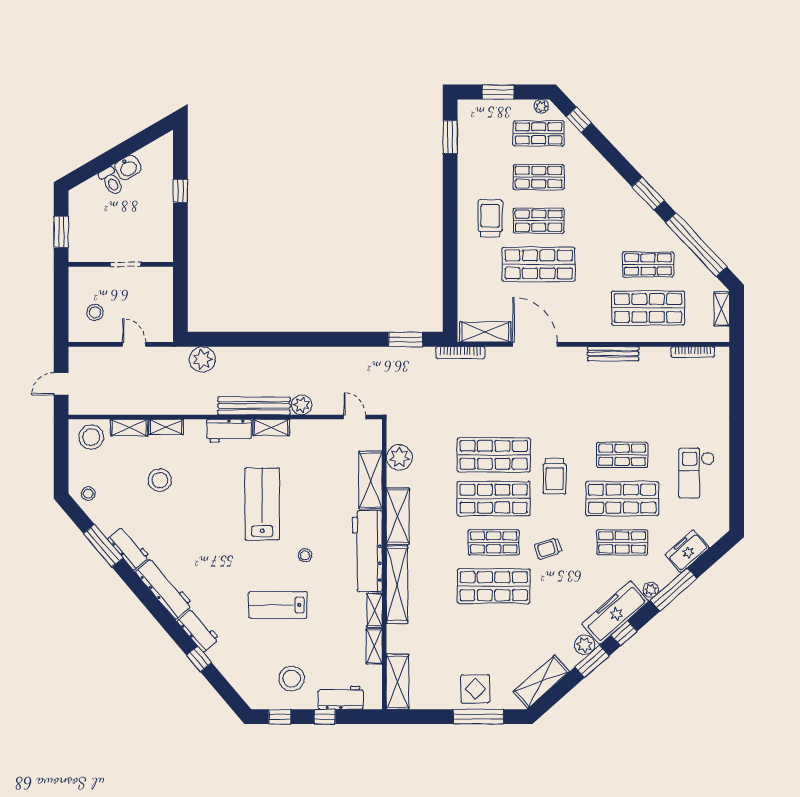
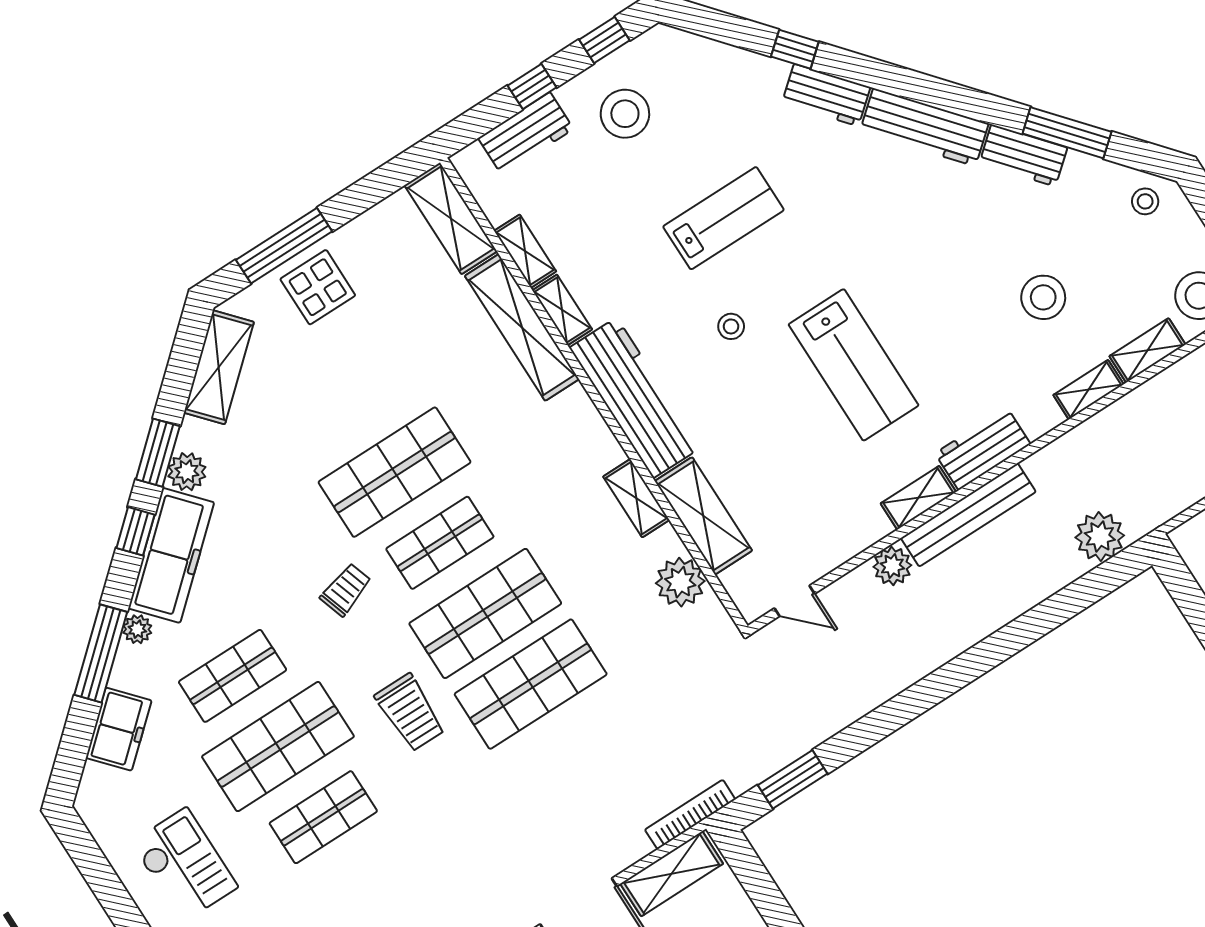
trolley: (555, 476) -> (410, 713), turned 180
shelving: (398, 516) -> (636, 498), width x0.67, depth x0.75
shelving: (397, 585) -> (522, 327), moved

